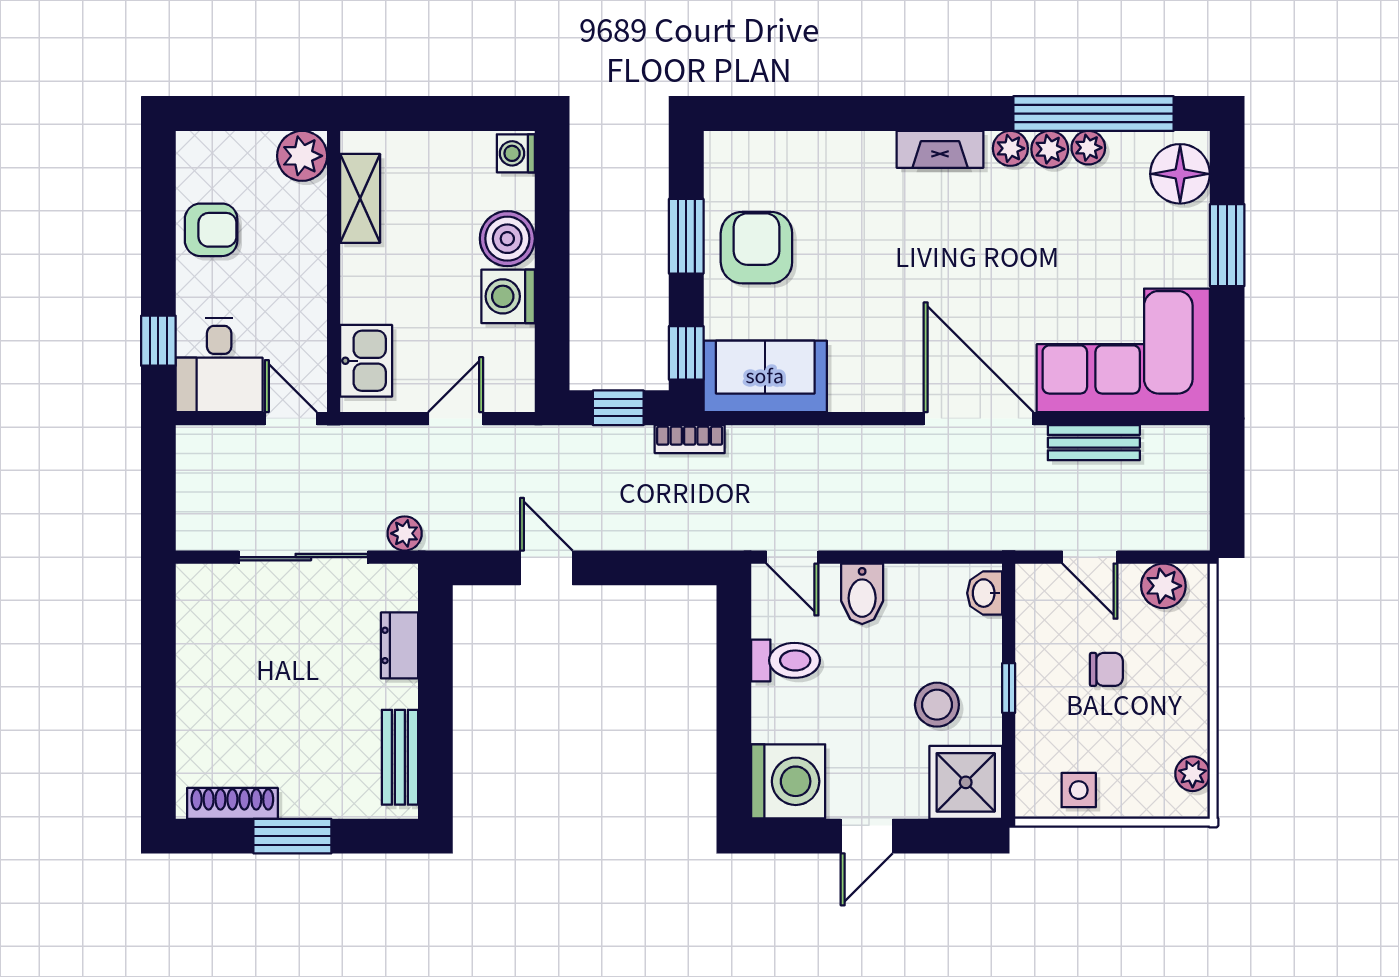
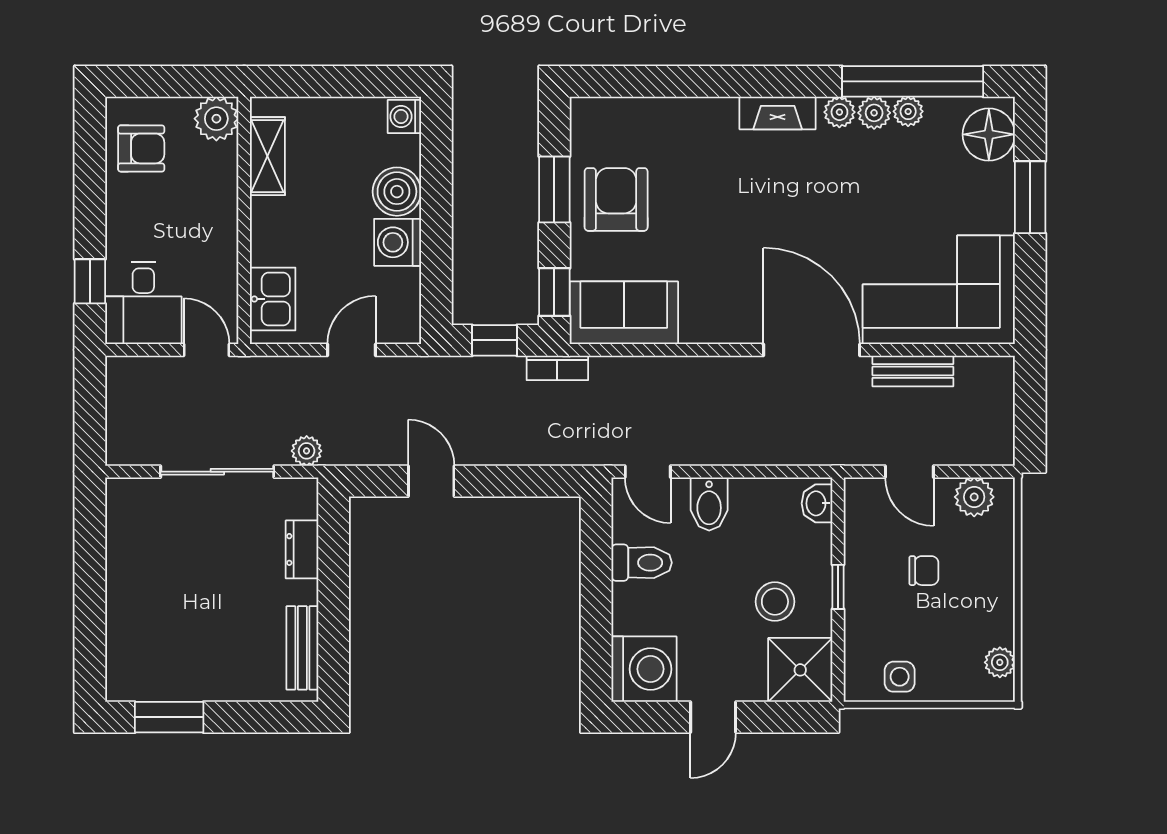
armchair: (211, 230) -> (141, 148), moved
shoe rack: (232, 803) -> (155, 688), removed
window: (292, 836) -> (169, 717), moved

